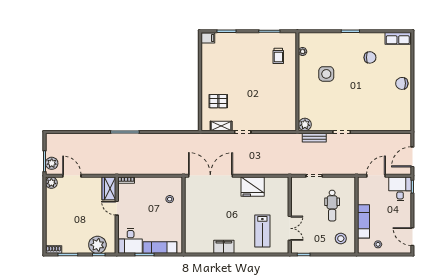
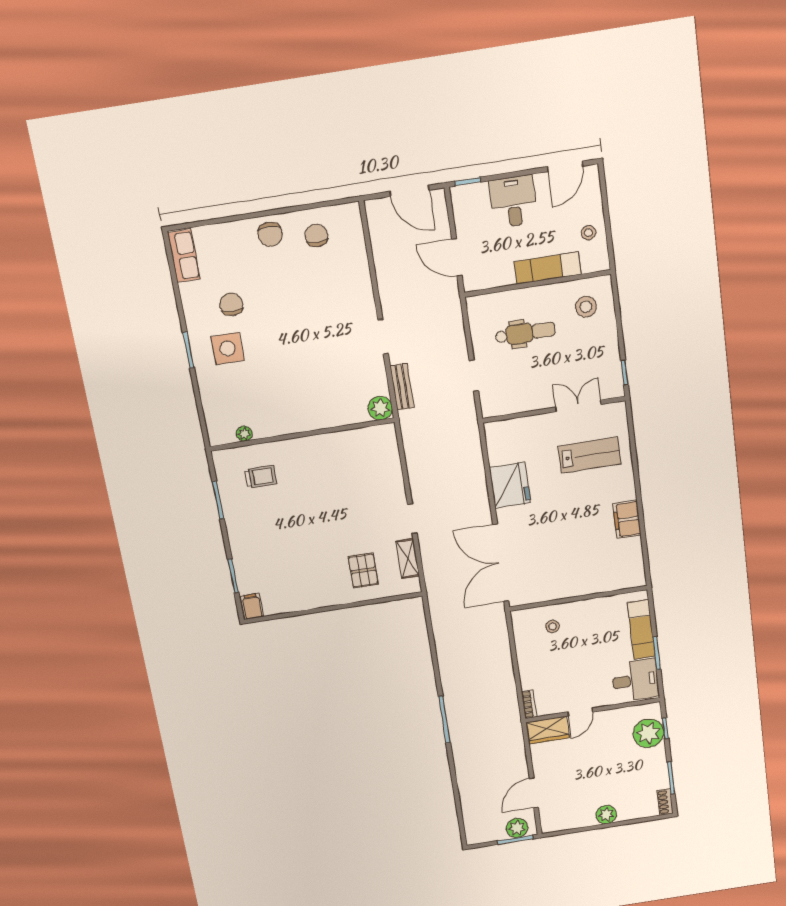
side table: (326, 74) -> (227, 348), moved
chair: (398, 107) -> (316, 235), added
plant: (51, 183) -> (606, 815), moved
desk: (400, 189) -> (513, 201), moved, turned 90

